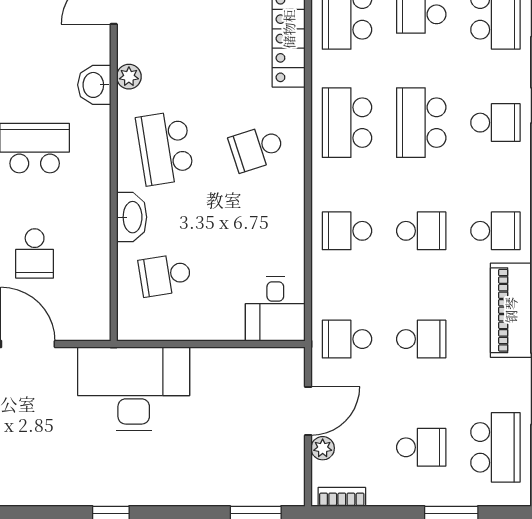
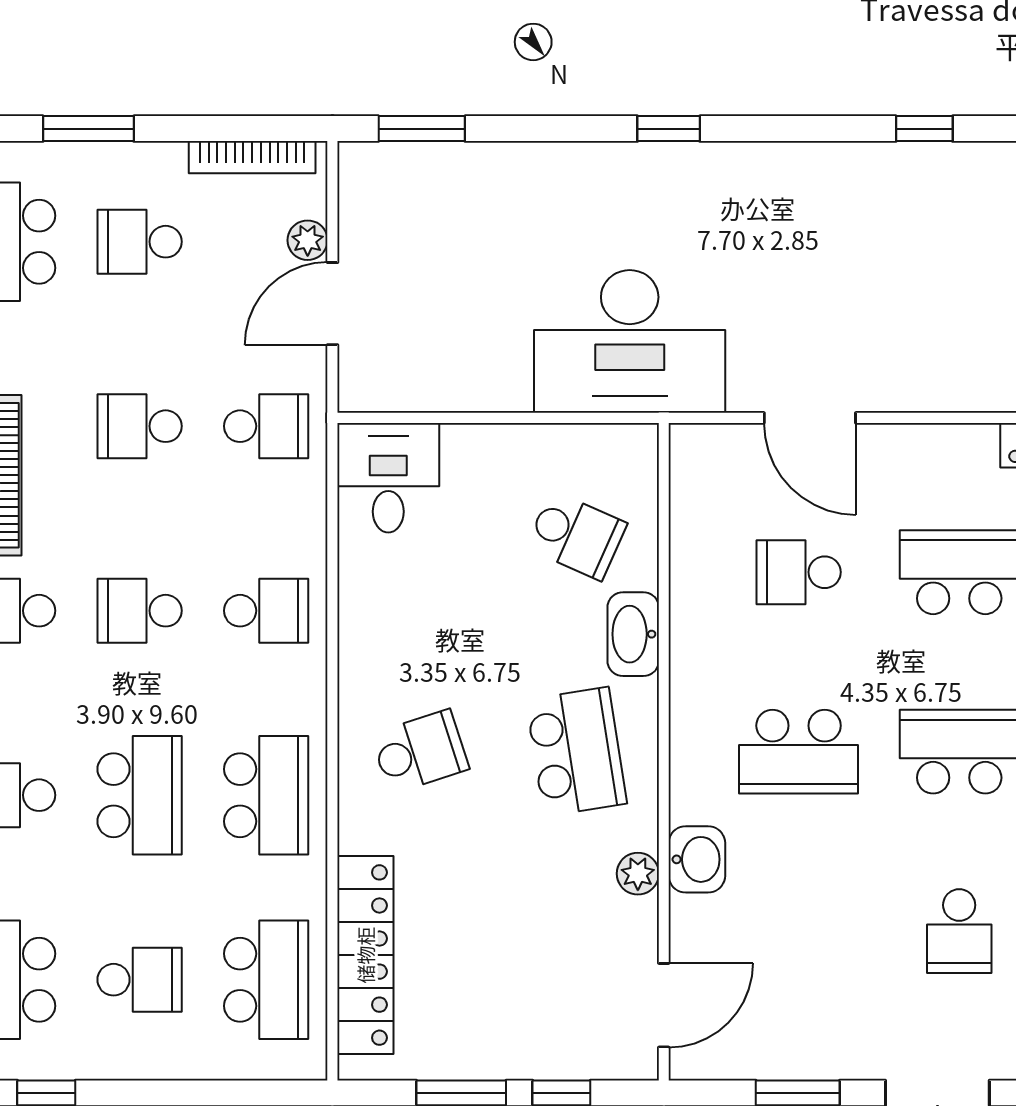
school desk: (35, 253) -> (799, 572), turned -90
school desk: (165, 275) -> (576, 535), turned 33
bookcase: (342, 497) -> (252, 157), width x1.56

